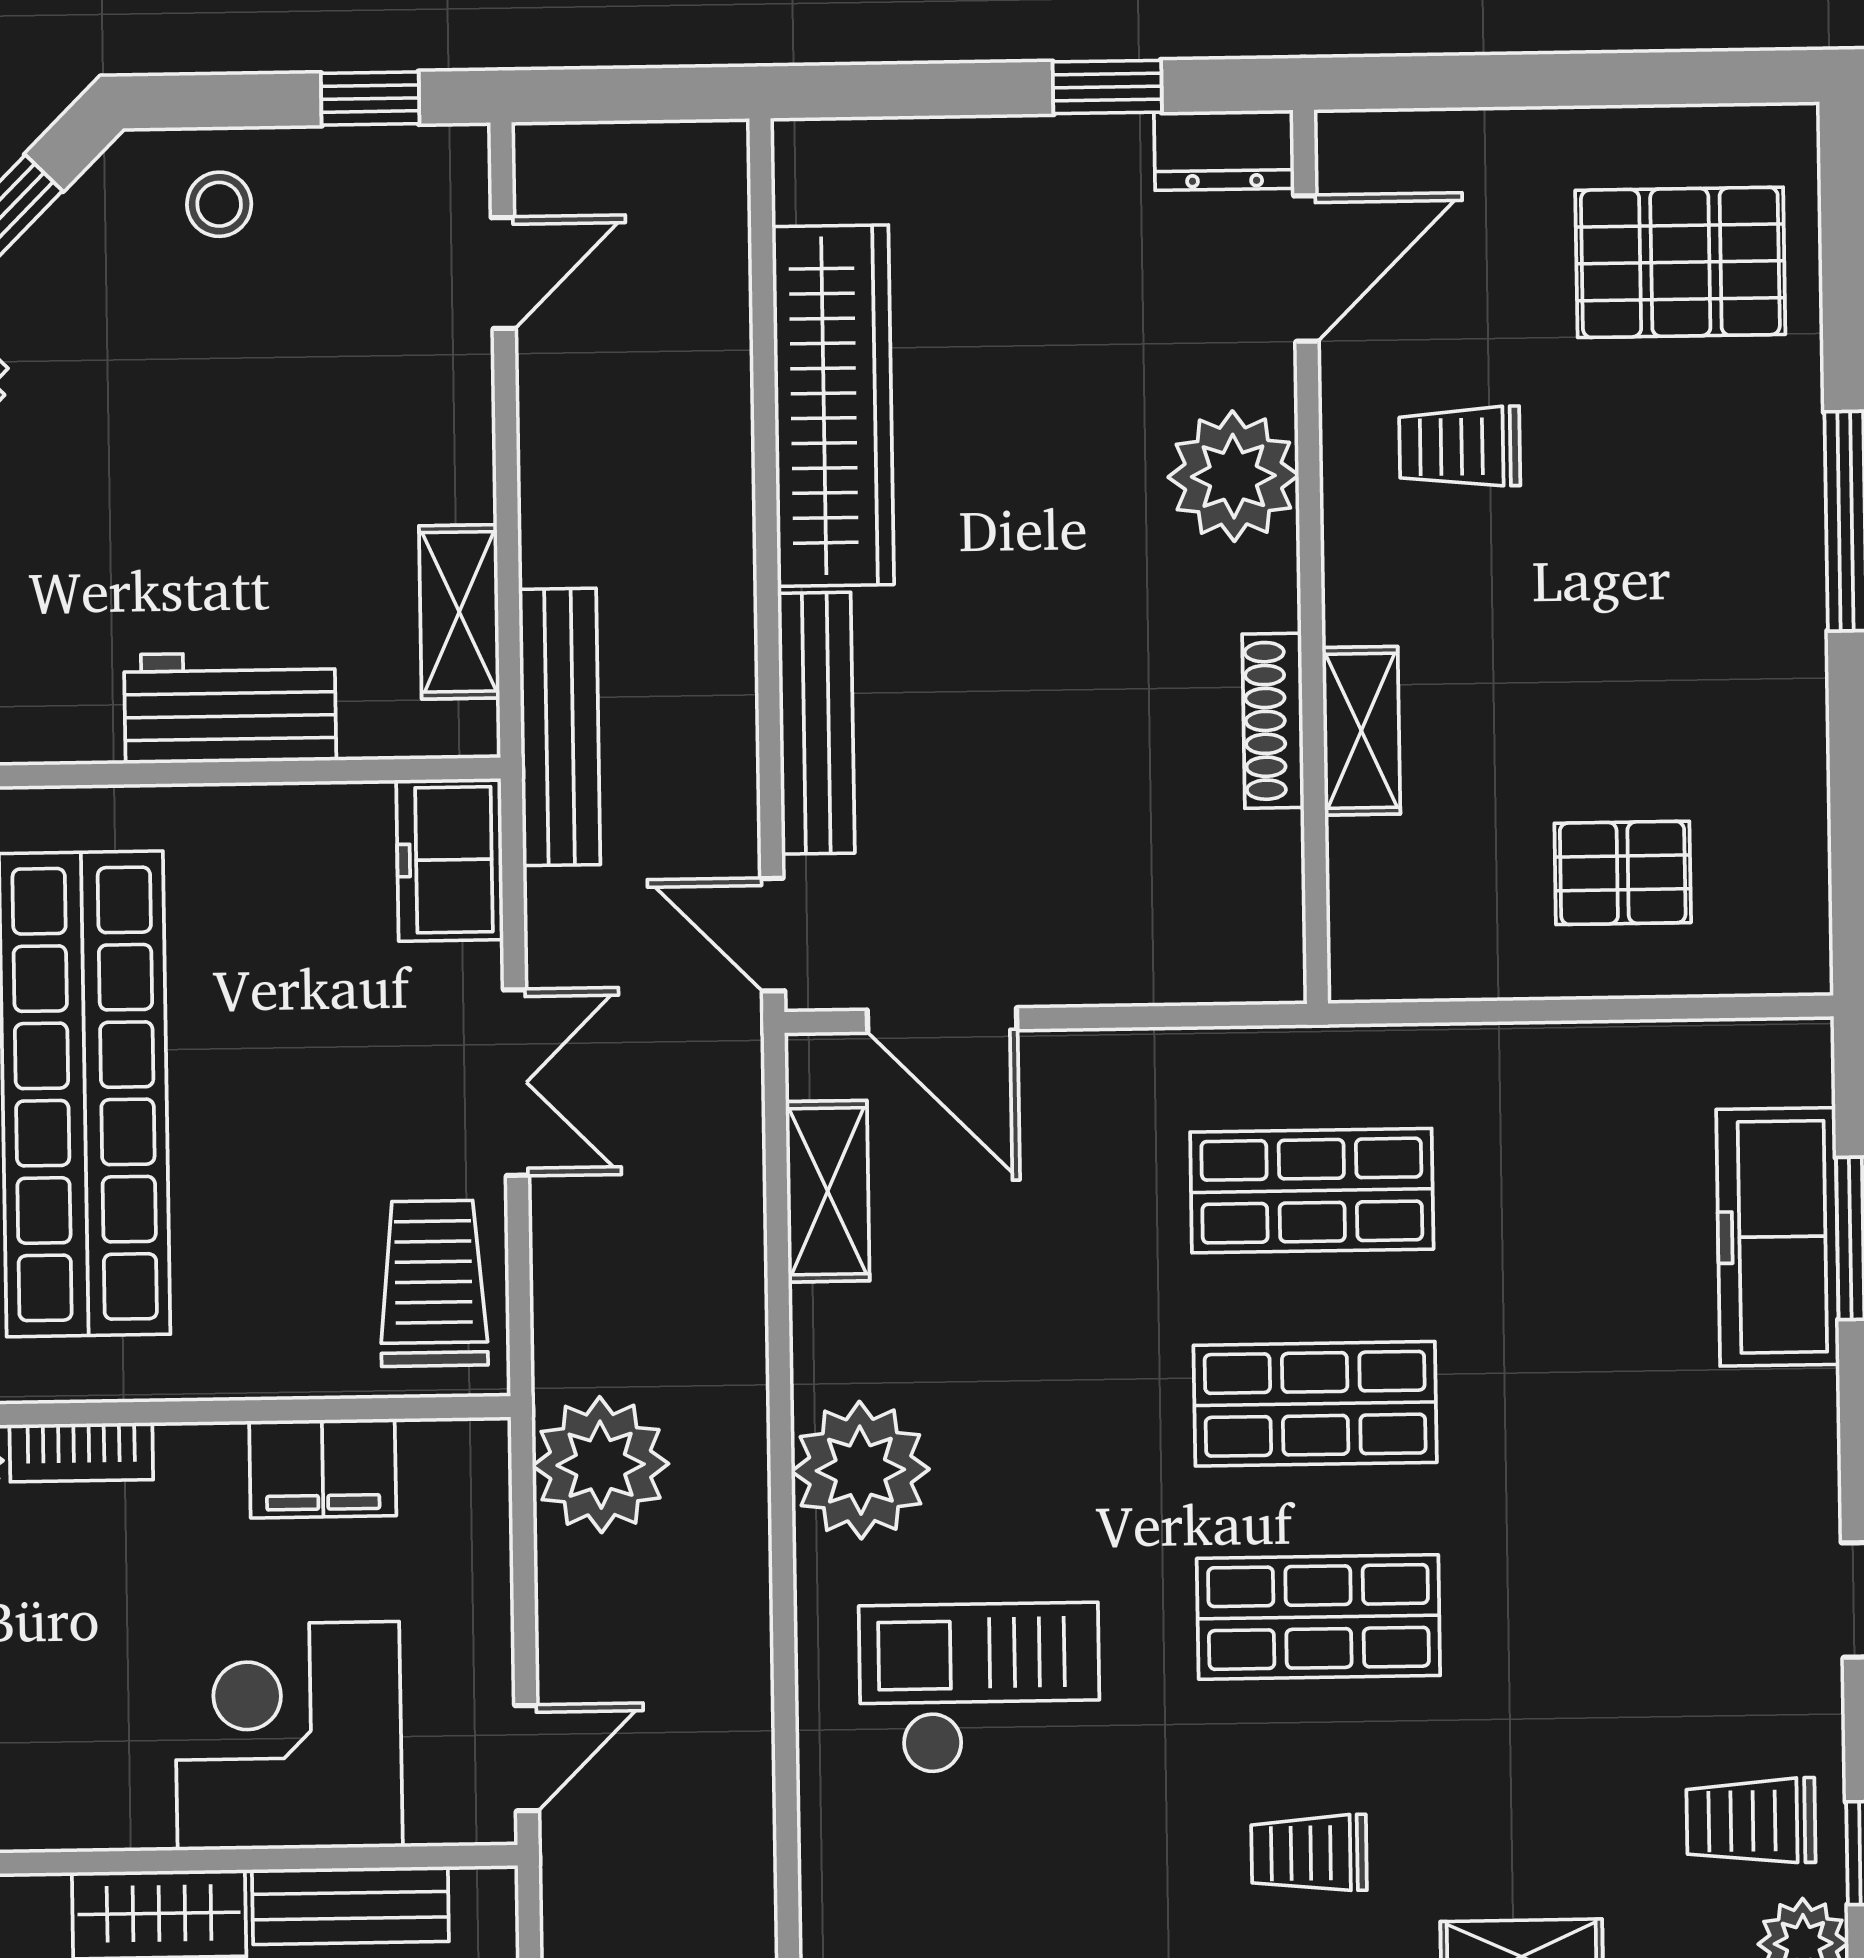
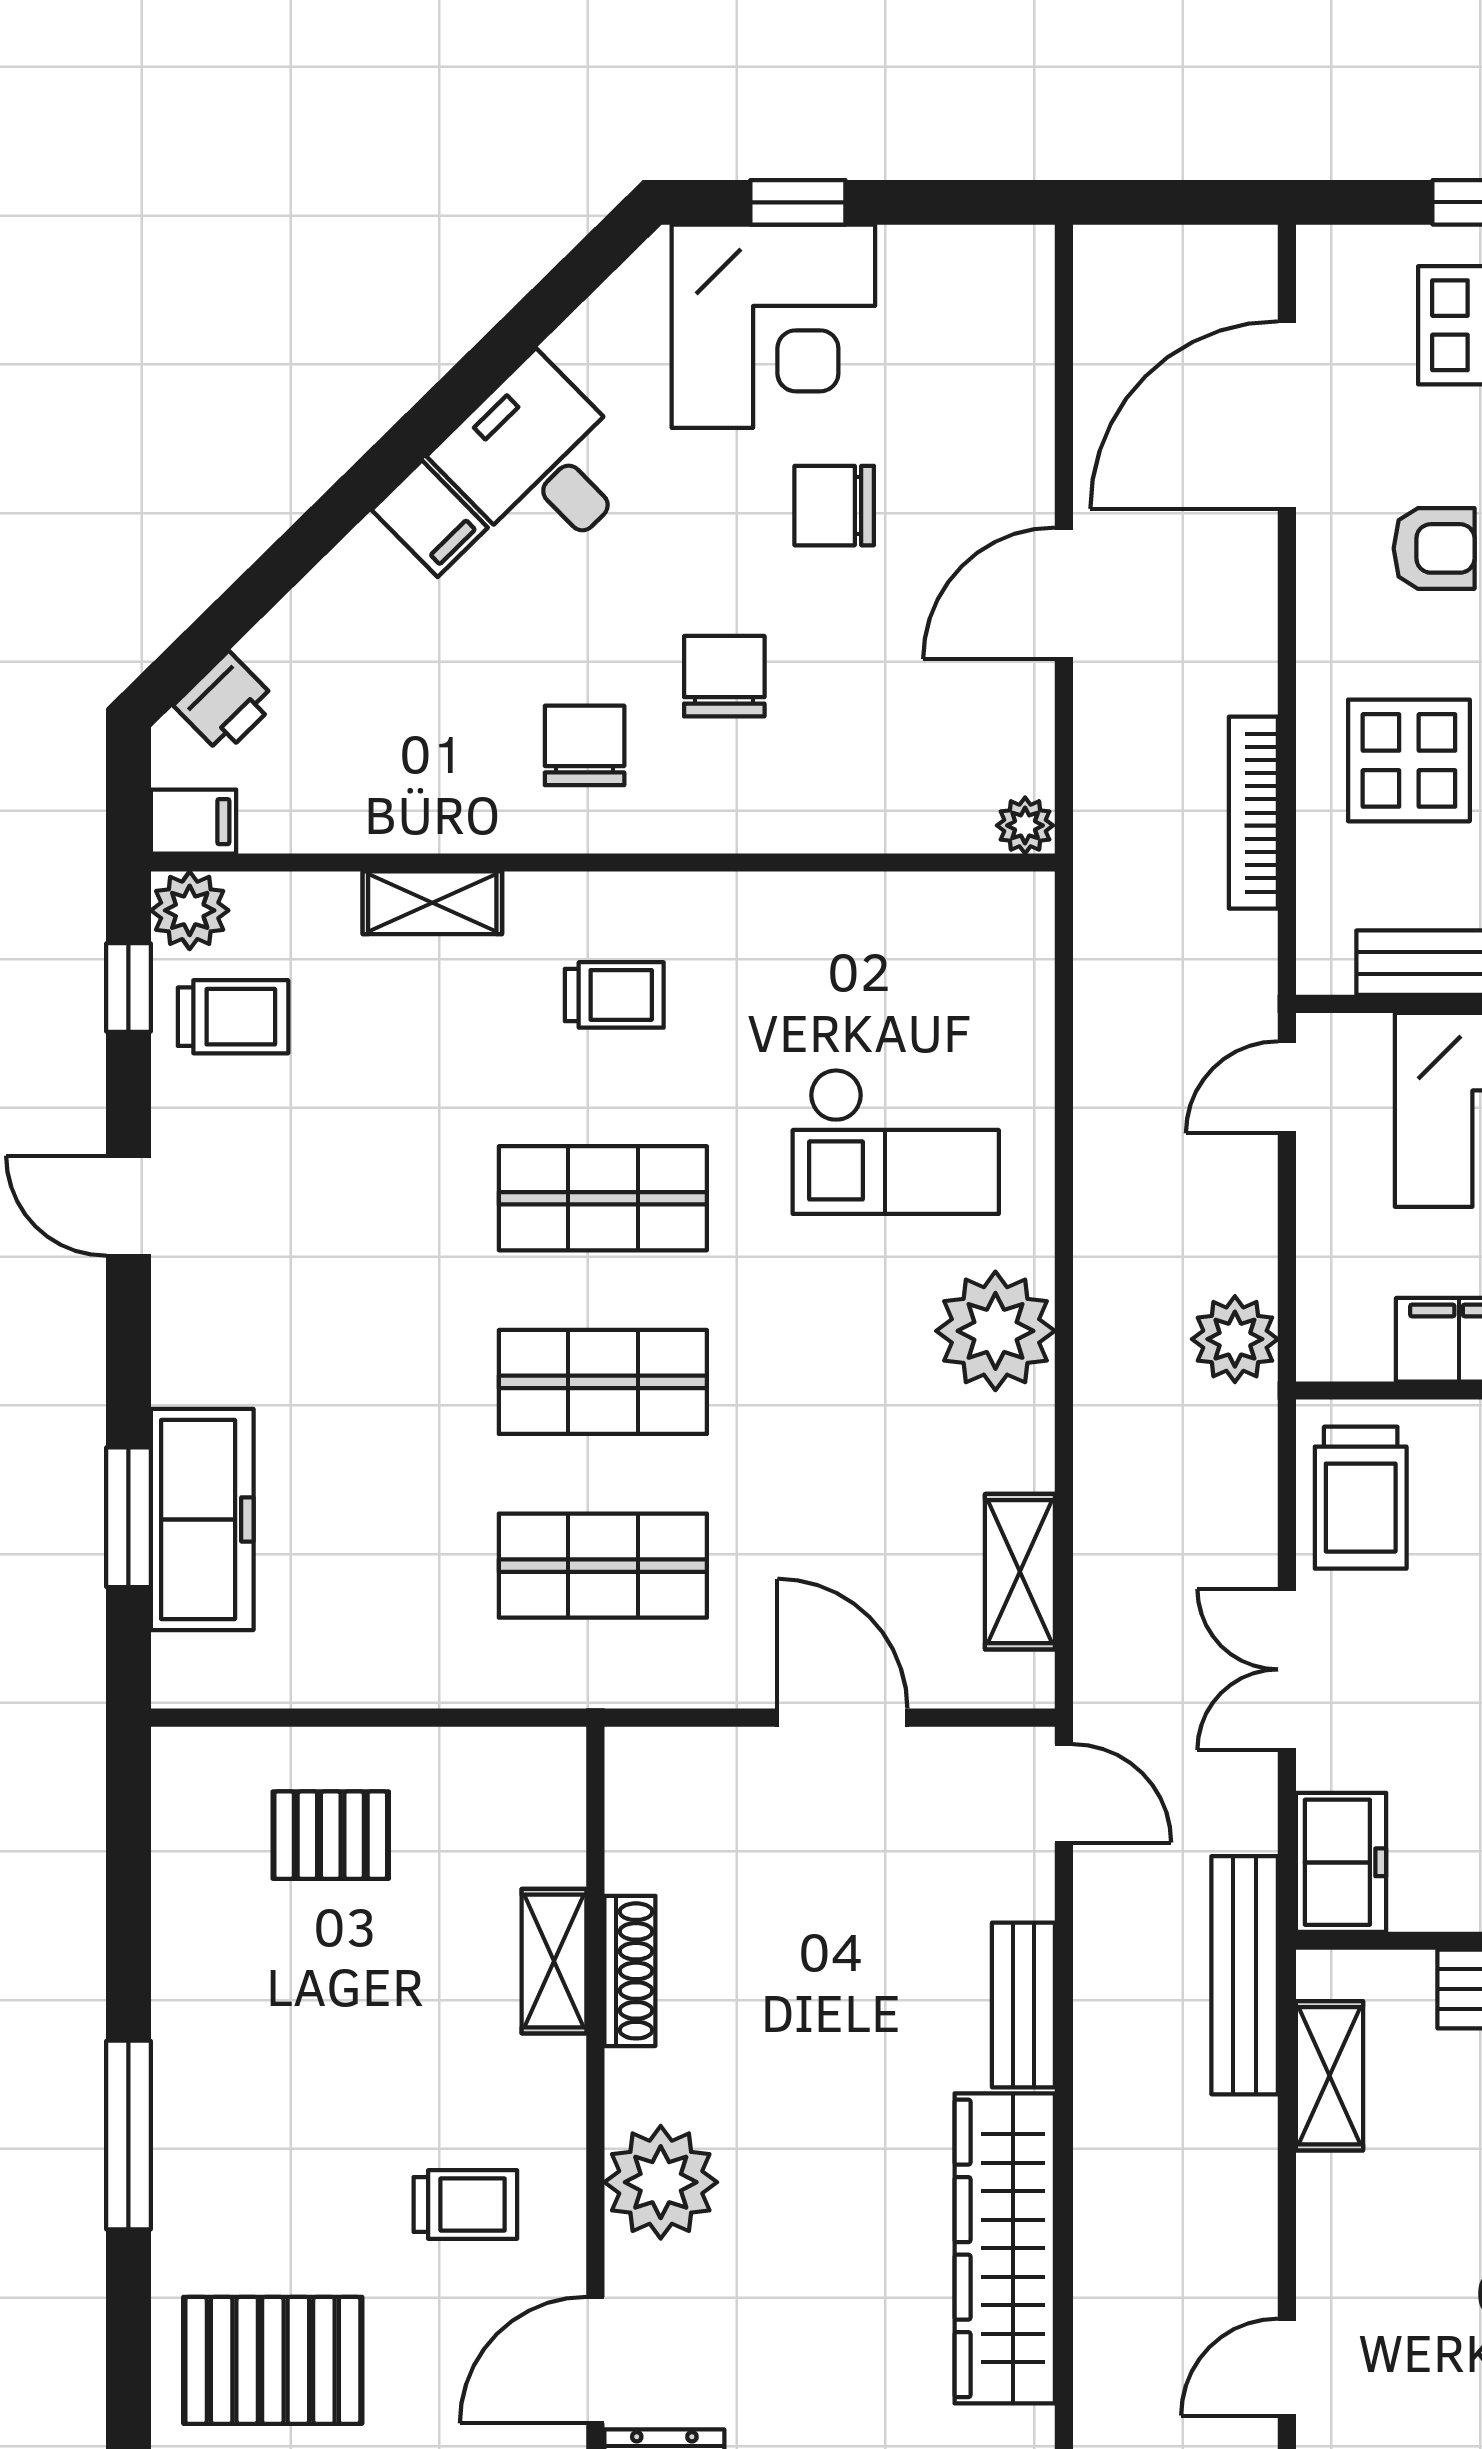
bench: (816, 723) -> (1023, 2005), width x0.73
door: (942, 1020) -> (842, 1718), moved
plant: (601, 1465) -> (1235, 1339), width x0.73, depth x0.73

